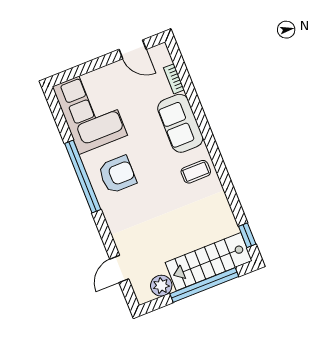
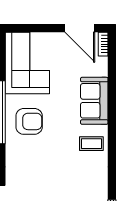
door: (133, 49) -> (80, 28), width x1.38
bookcase: (174, 79) -> (103, 44), moved

